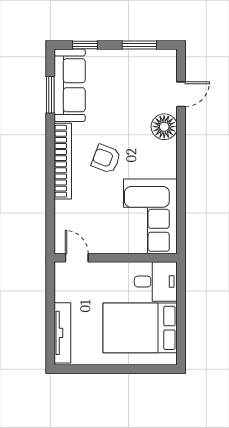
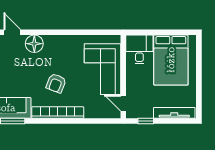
corner sofa: (150, 216) -> (102, 69), moved, turned 90
door: (77, 258) -> (123, 103), hinge flipped
window: (50, 291) -> (146, 121), added

